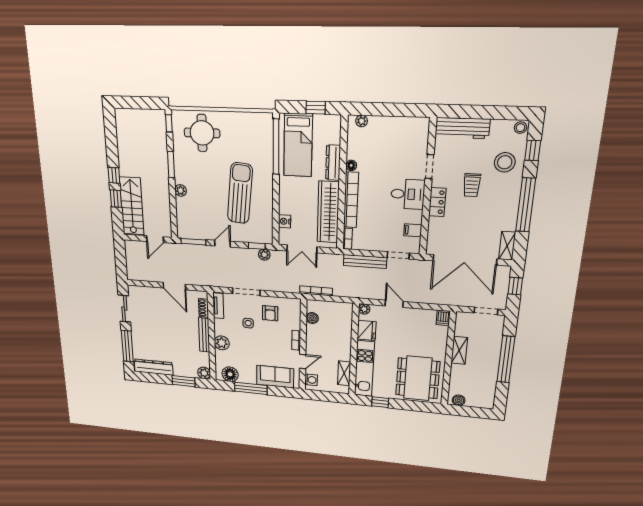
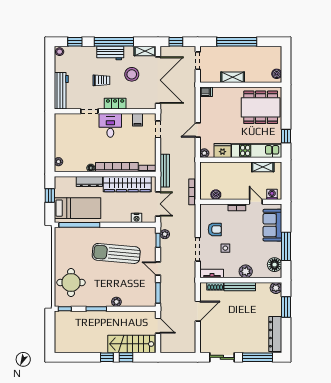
stool: (505, 162) -> (132, 74), moved
workbench: (510, 199) -> (110, 53), added
bench: (365, 262) -> (165, 171), moved

